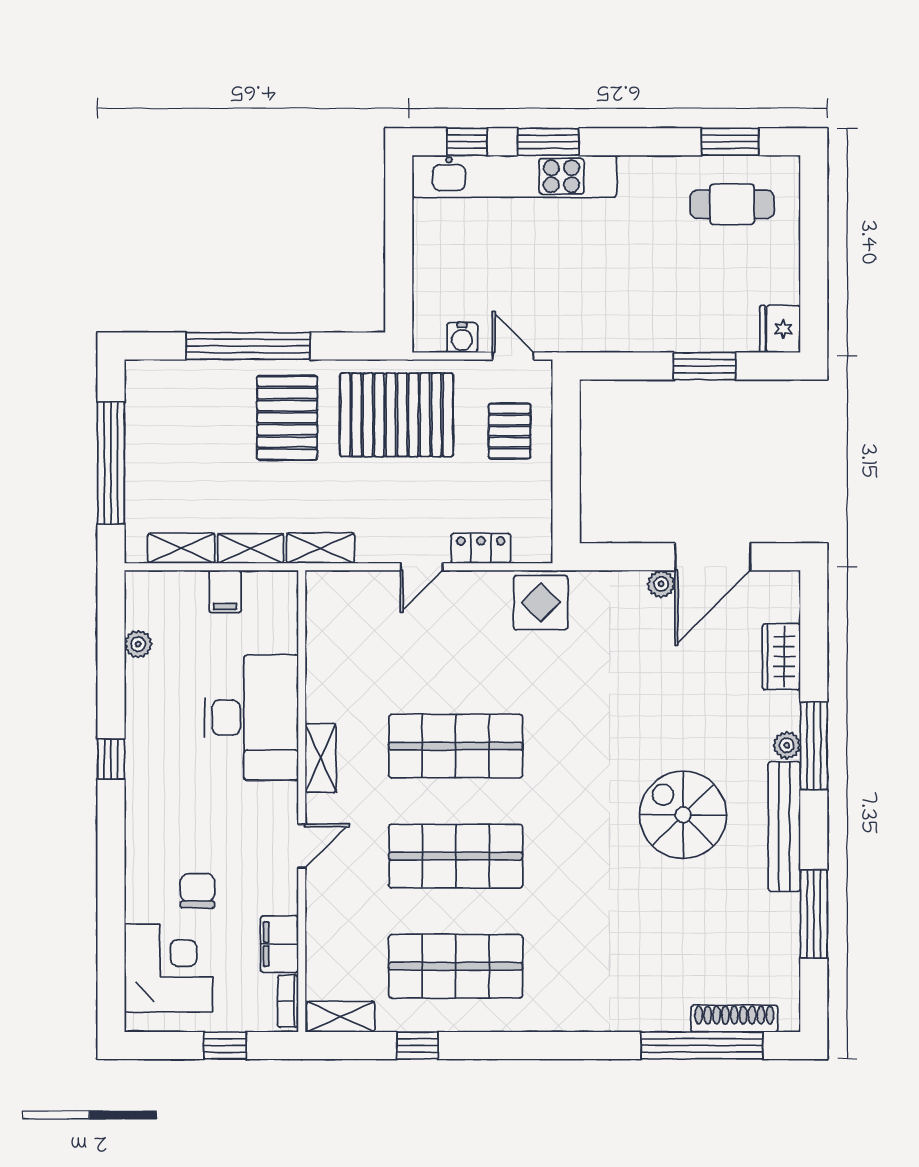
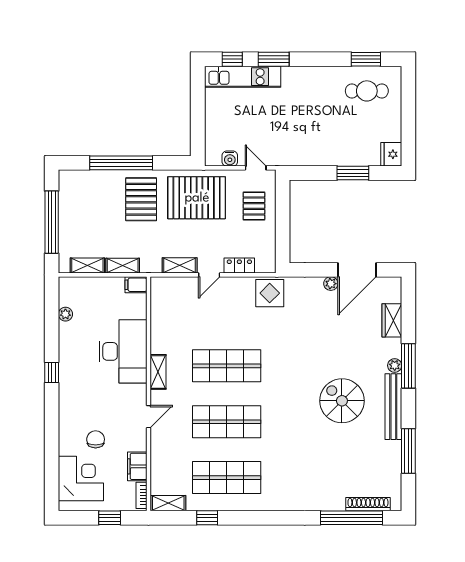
kitchen unit: (514, 176) -> (243, 77), width x0.73
shelving: (320, 548) -> (180, 265), moved
filing cabinet: (225, 592) -> (136, 285), moved, turned 90

